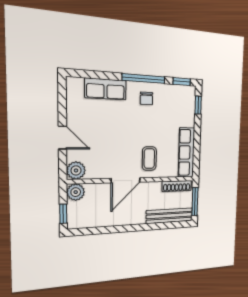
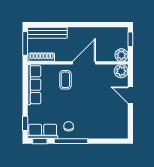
row of seats: (106, 89) -> (43, 131), moved

